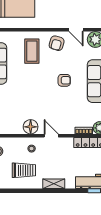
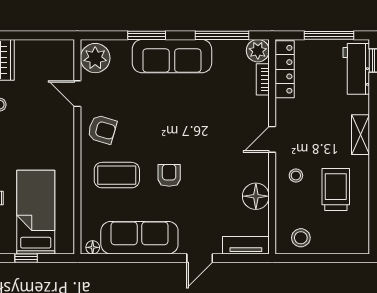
door: (76, 30) -> (77, 94), swing flipped
armchair: (64, 80) -> (169, 175), moved
floor lamp: (31, 127) -> (256, 196), moved

